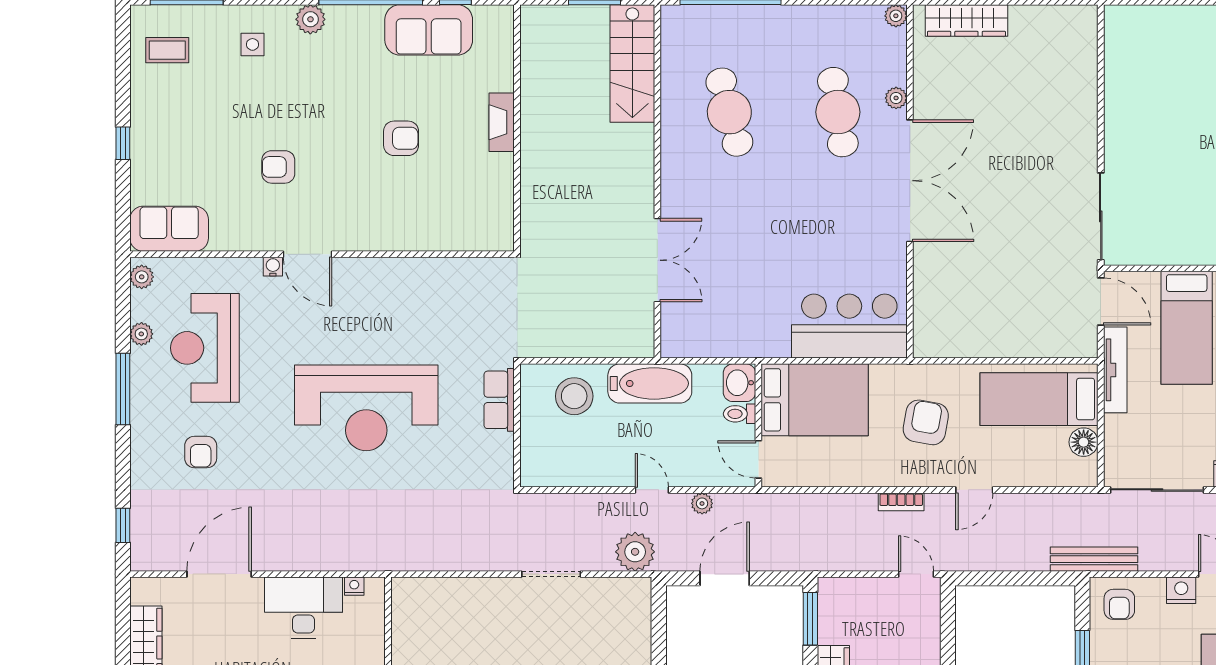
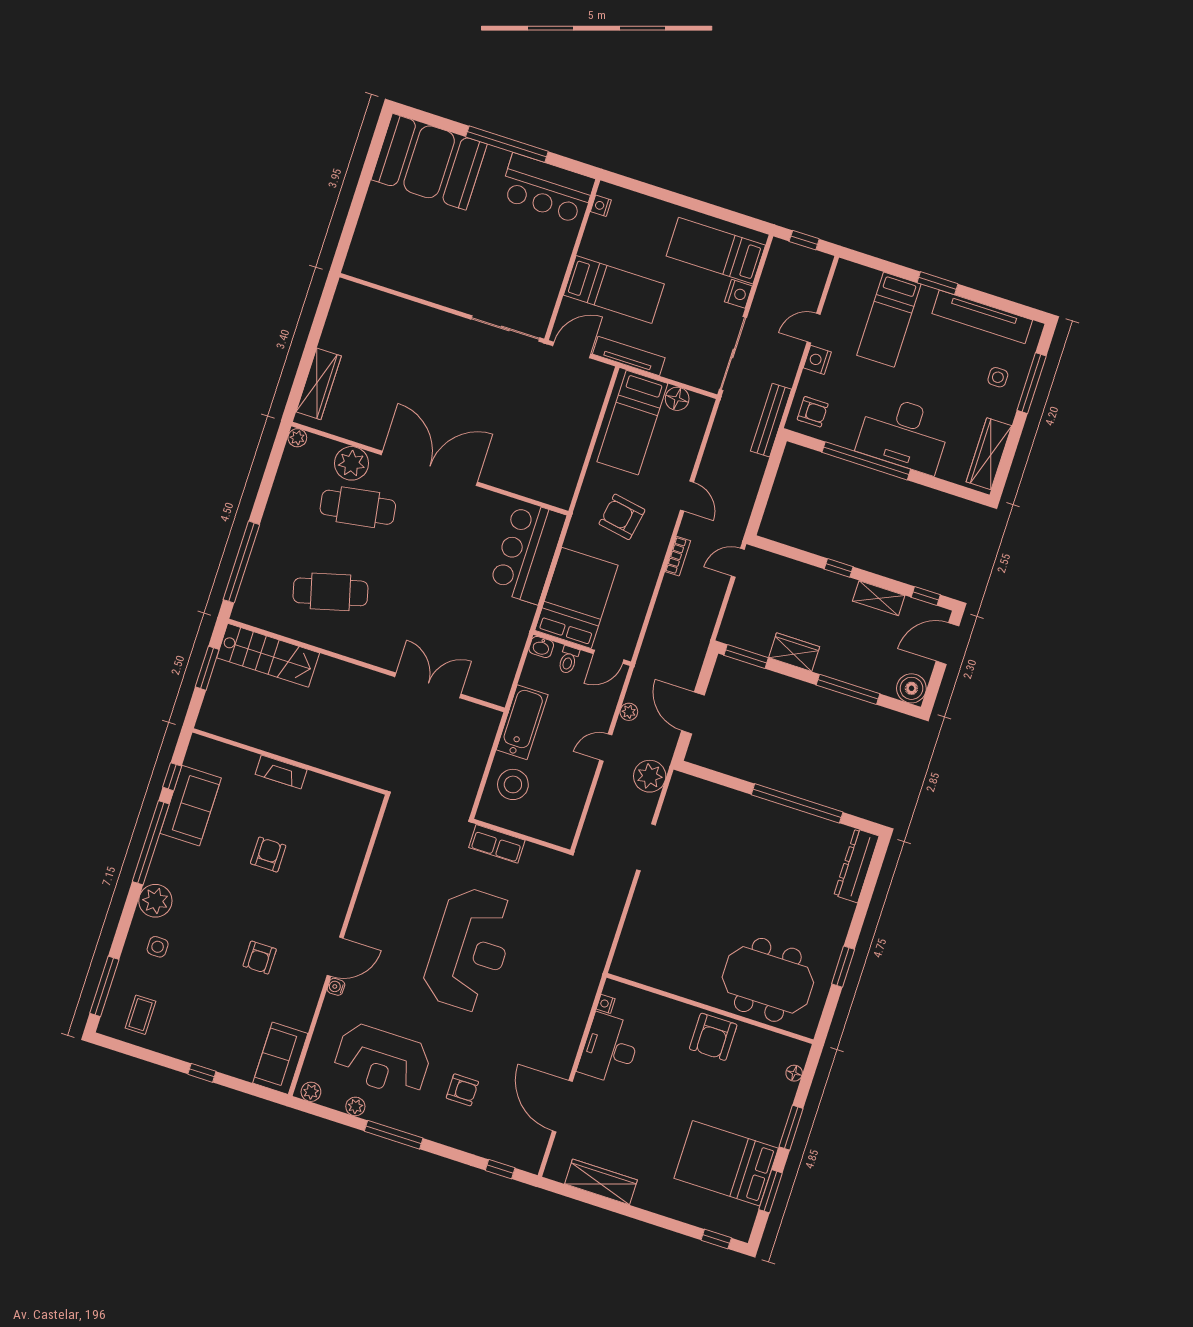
plant: (310, 19) -> (155, 901), width x1.36, depth x1.36
plant: (896, 98) -> (352, 463), width x1.87, depth x1.87
washbasin: (739, 383) -> (541, 647), width x0.72, depth x0.69

